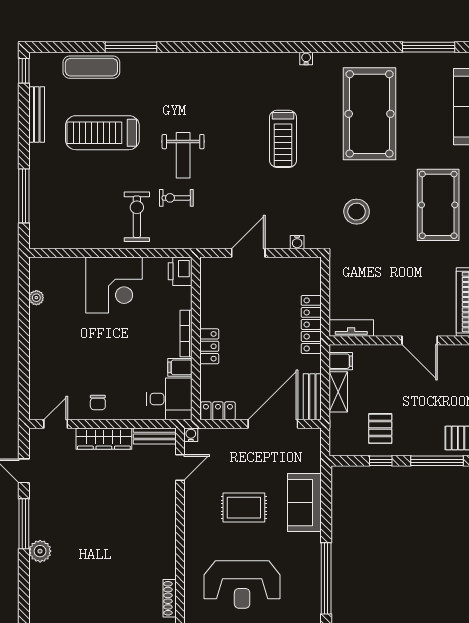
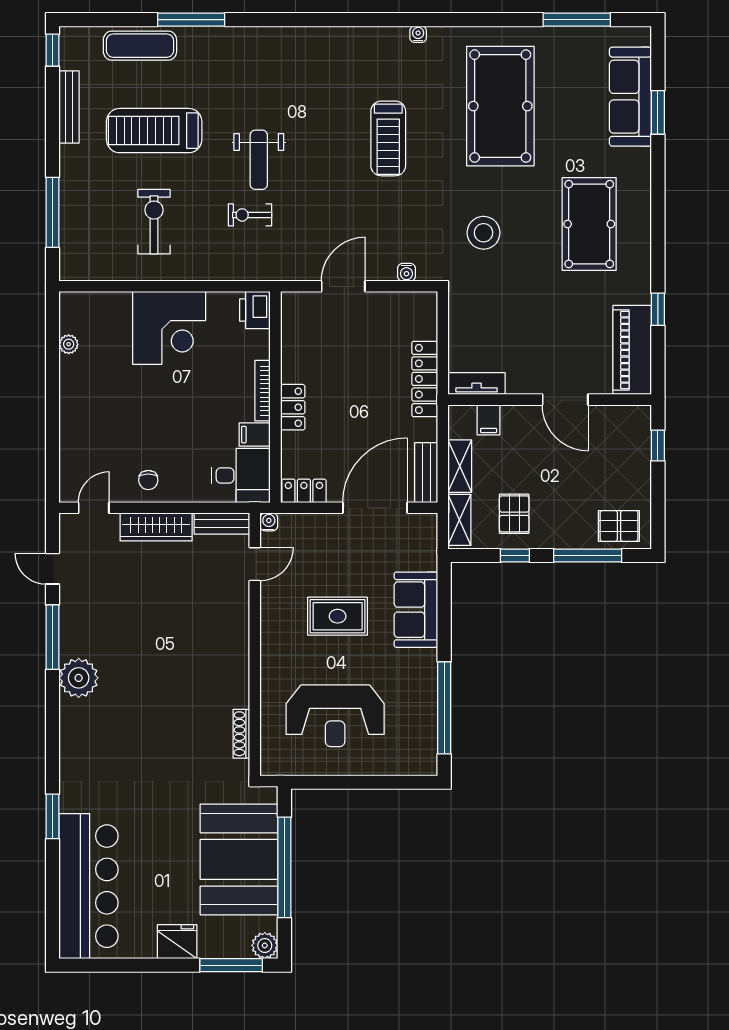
exercise bike: (137, 217) -> (154, 222), moved
filing cabinet: (341, 361) -> (489, 420), moved, turned 90
shelving: (338, 433) -> (459, 520), added
plant: (40, 551) -> (79, 678), width x1.36, depth x1.36

